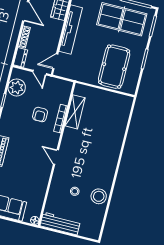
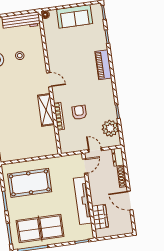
pool table: (114, 67) -> (30, 183), turned 90
shelving: (75, 112) -> (46, 110), moved

